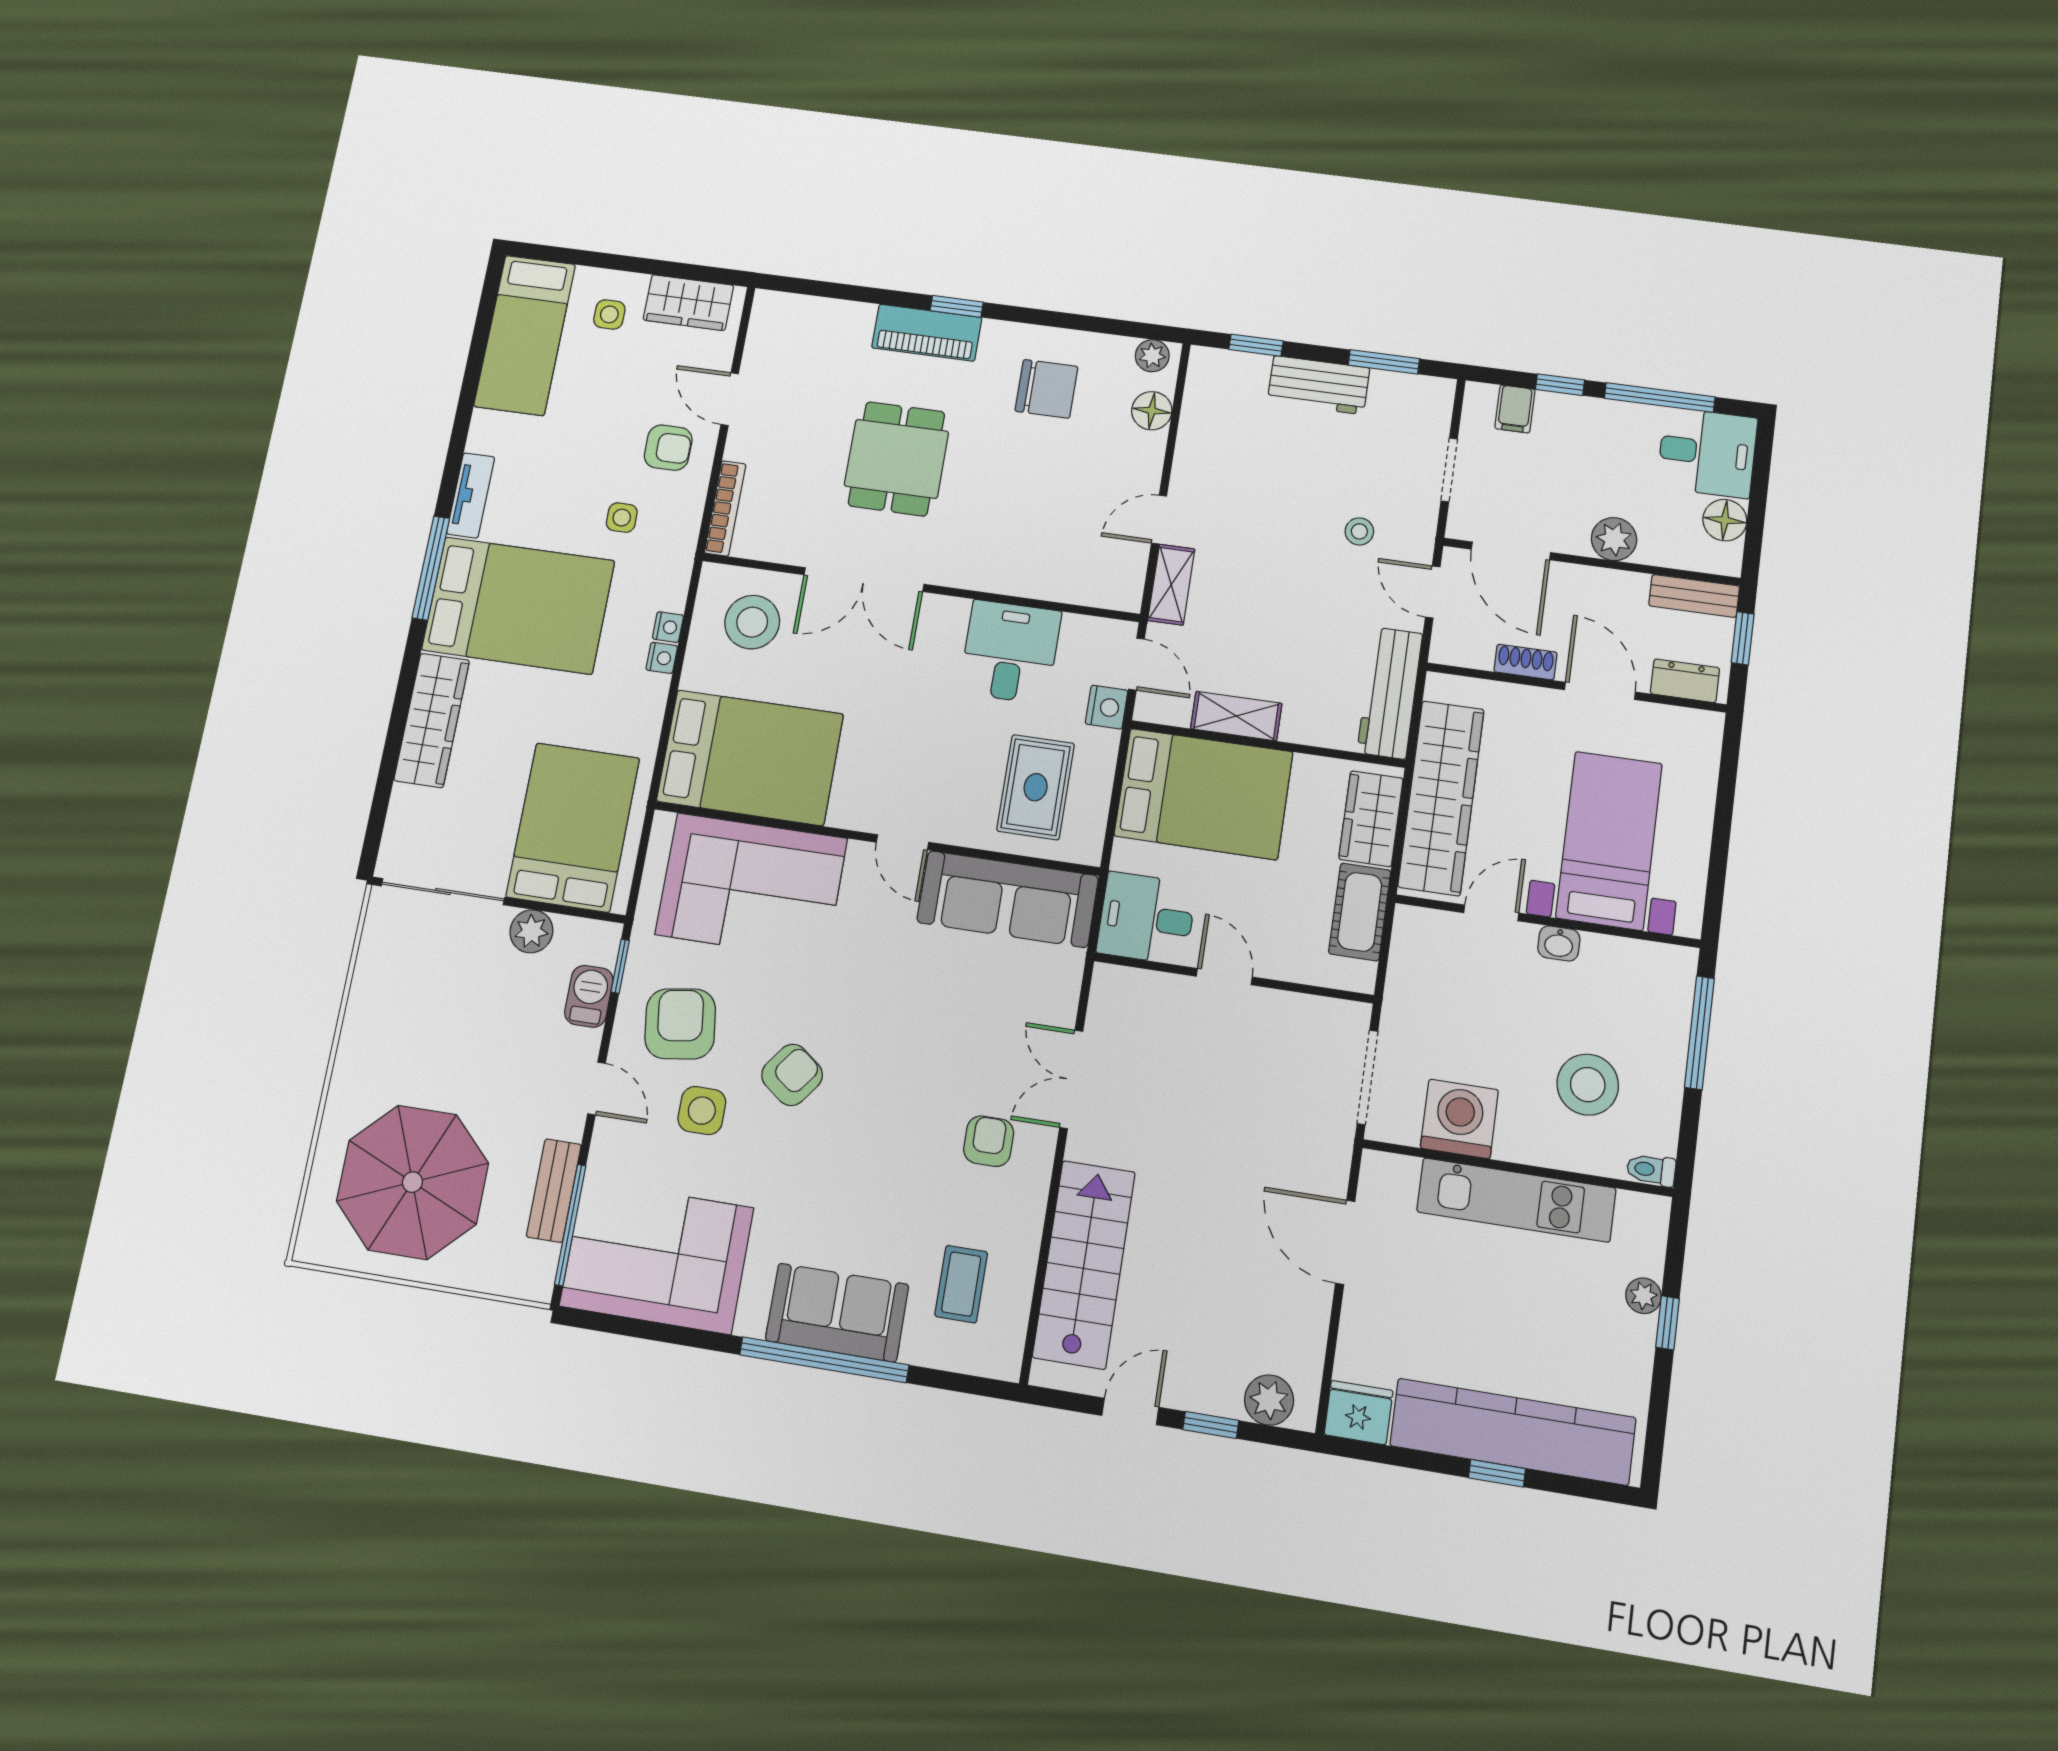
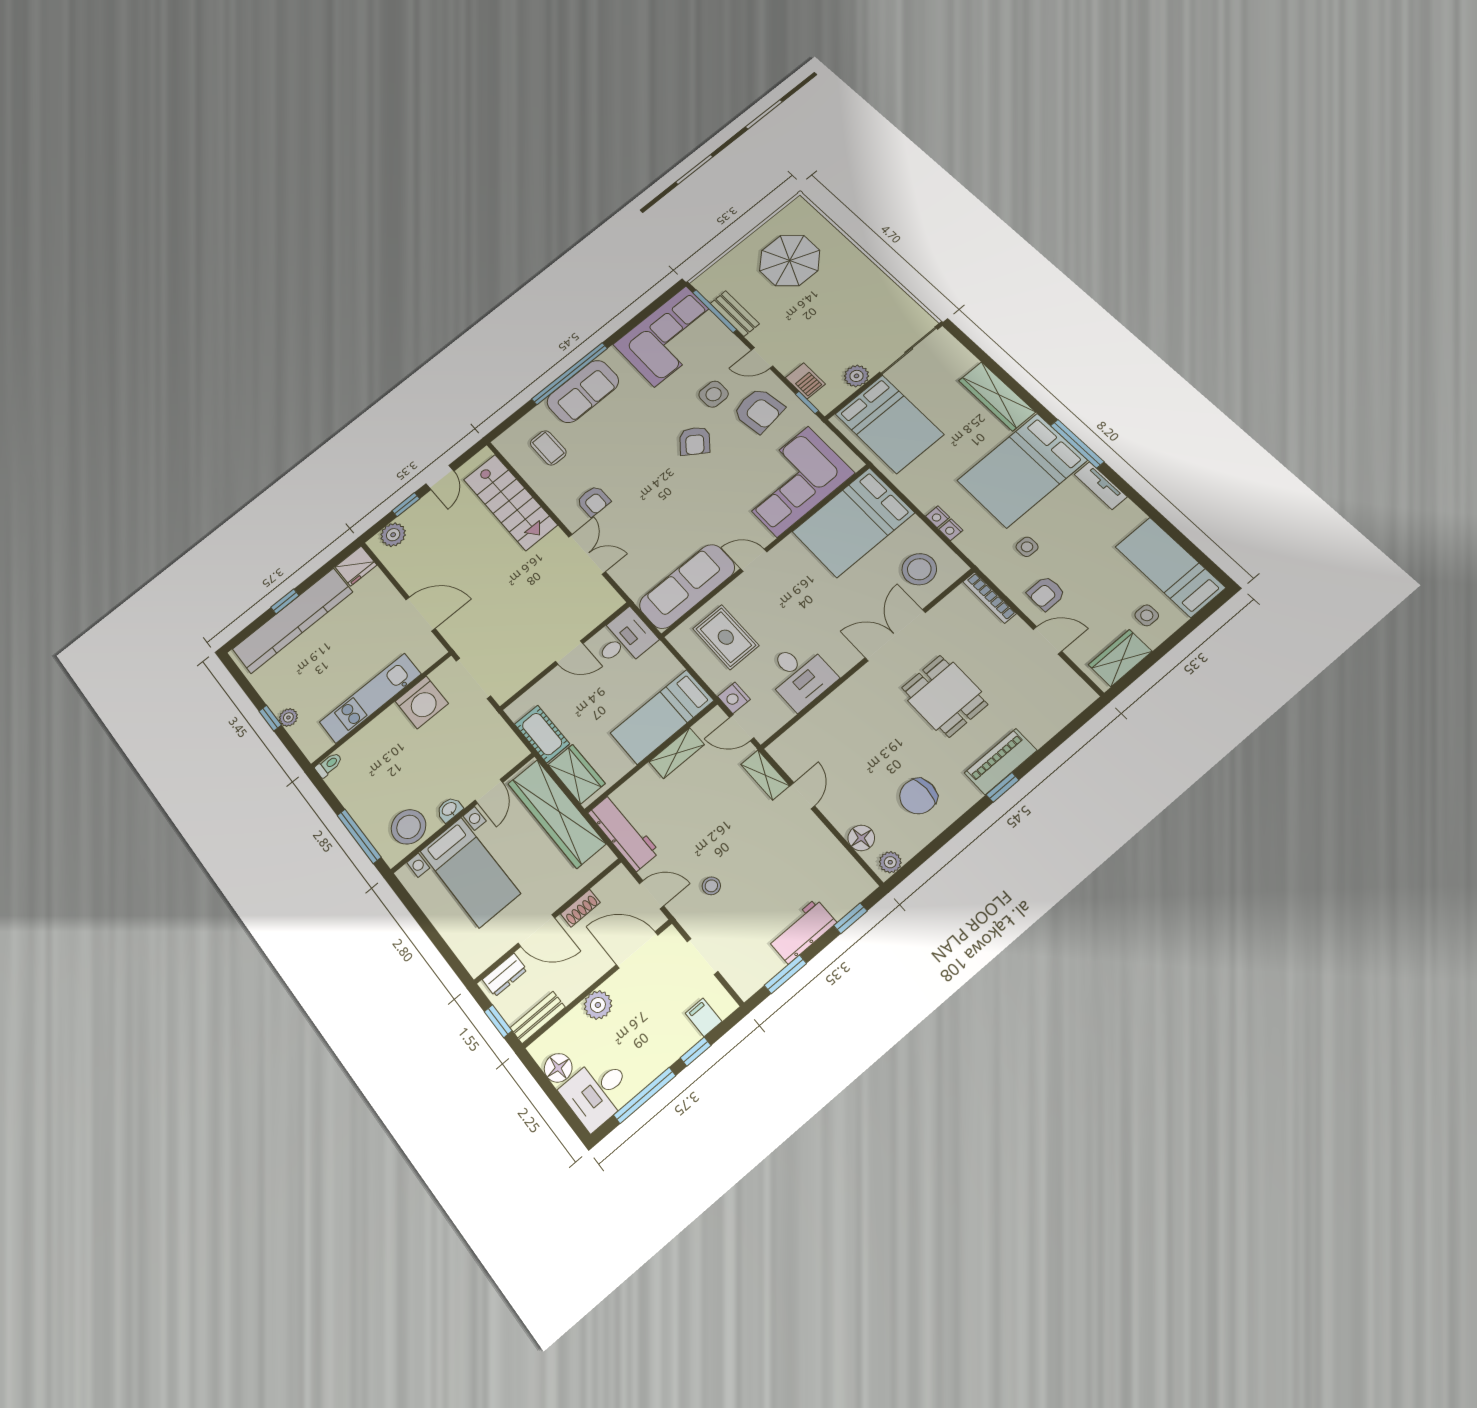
bed: (1204, 794) -> (662, 717), width x0.67
stool: (1588, 1085) -> (409, 827), moved
parasol: (412, 1182) -> (790, 261), width x0.73, depth x0.73

